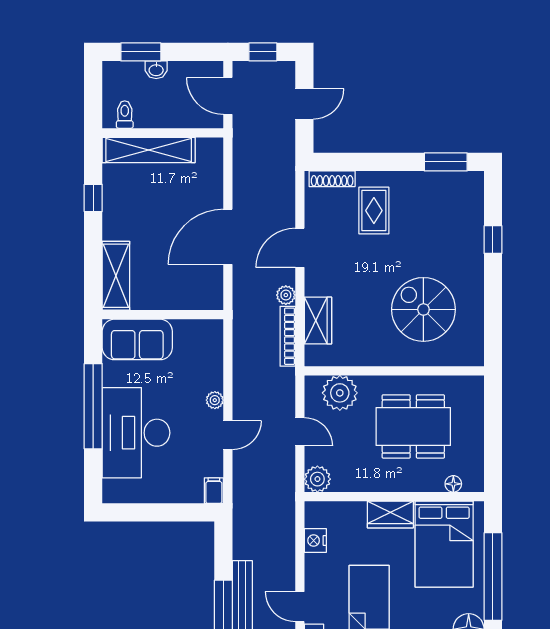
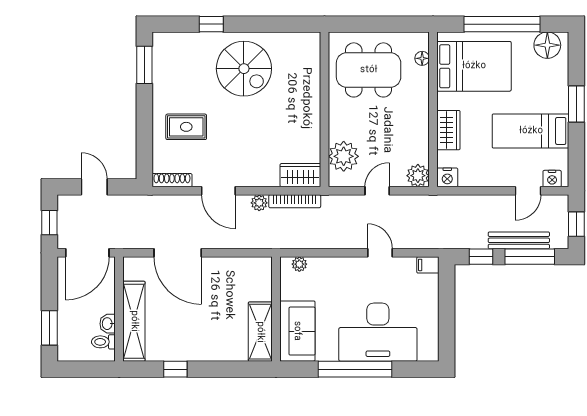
washbasin: (156, 70) -> (108, 324), moved, turned 180
door: (228, 96) -> (87, 253), width x1.36
shoe rack: (332, 179) -> (172, 180), moved, turned -90
door: (228, 237) -> (178, 253), moved
shelving: (116, 276) -> (260, 332), moved, turned 90
spiral stairs: (423, 309) -> (244, 69), moved, turned -90
wardrobe: (318, 321) -> (300, 175), moved
plant: (215, 400) -> (299, 264), moved
dining table: (413, 426) -> (369, 70), moved, turned 90
wardrobe: (390, 514) -> (448, 130), moved
nightstand: (315, 541) -> (447, 177), moved
window: (223, 552) -> (481, 257), added

